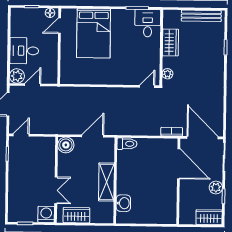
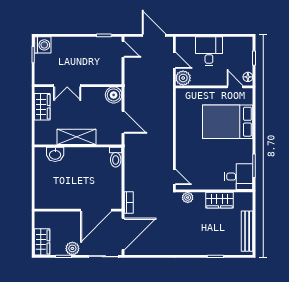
plant: (17, 76) -> (183, 78), moved
washing machine: (46, 214) -> (43, 45), moved

